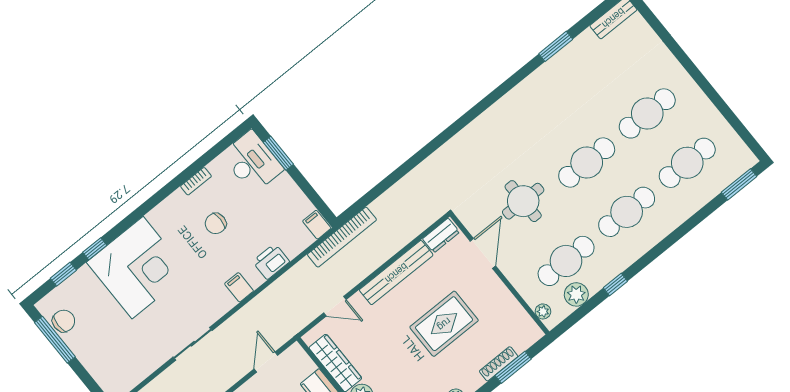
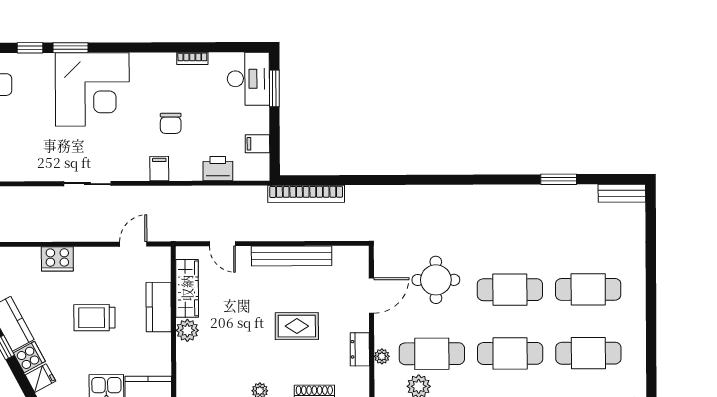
chair: (216, 223) -> (171, 123), moved, turned -90
filing cabinet: (317, 225) -> (257, 144), moved, turned -90
dresser: (441, 235) -> (360, 349), moved, turned 90
bookcase: (342, 237) -> (306, 194), moved
window: (95, 249) -> (71, 48), width x1.50
printer: (271, 262) -> (218, 169), moved
plant: (543, 311) -> (382, 356), moved
rug: (444, 324) -> (297, 326), width x0.73, depth x0.70

